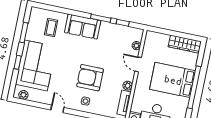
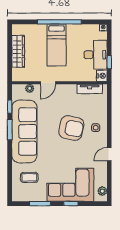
sofa: (83, 27) -> (24, 132), width x1.85, depth x1.27
wardrobe: (185, 44) -> (18, 51), moved
armchair: (90, 78) -> (71, 128), turned -78
bed: (173, 80) -> (57, 45), width x0.67
plant: (128, 86) -> (71, 89), removed

